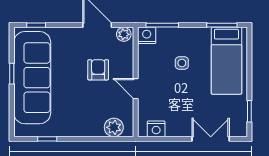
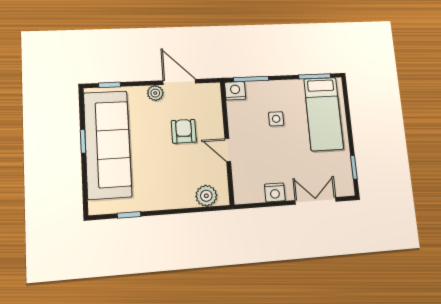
plant: (124, 34) -> (155, 93), moved
nightstand: (156, 129) -> (275, 192), moved

